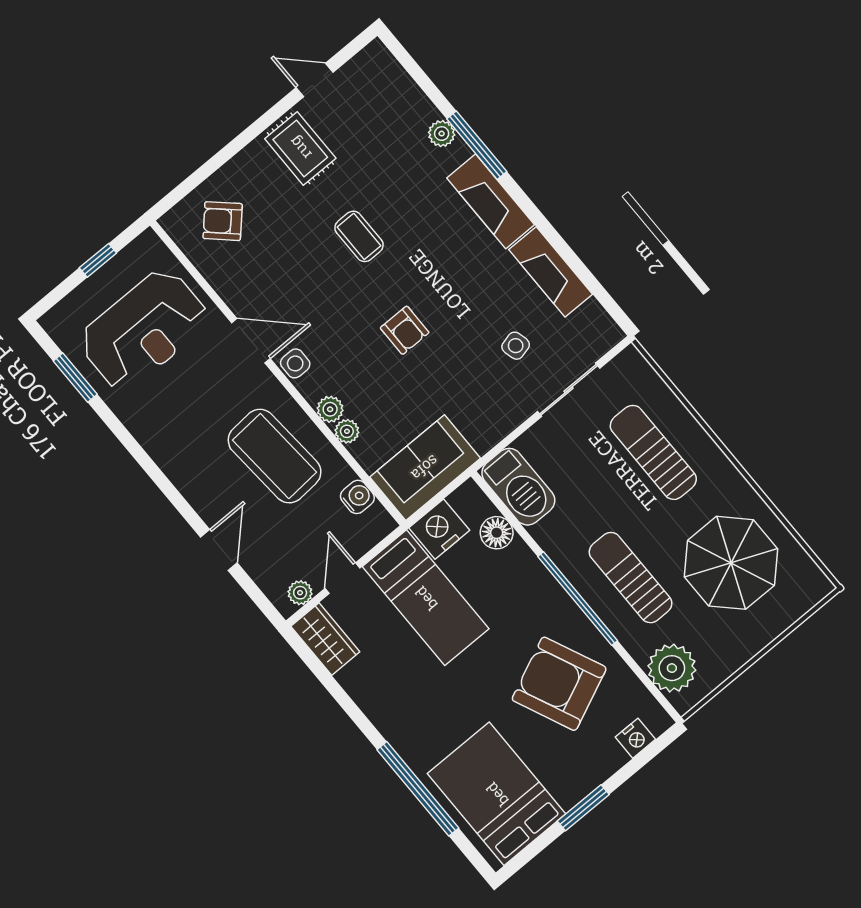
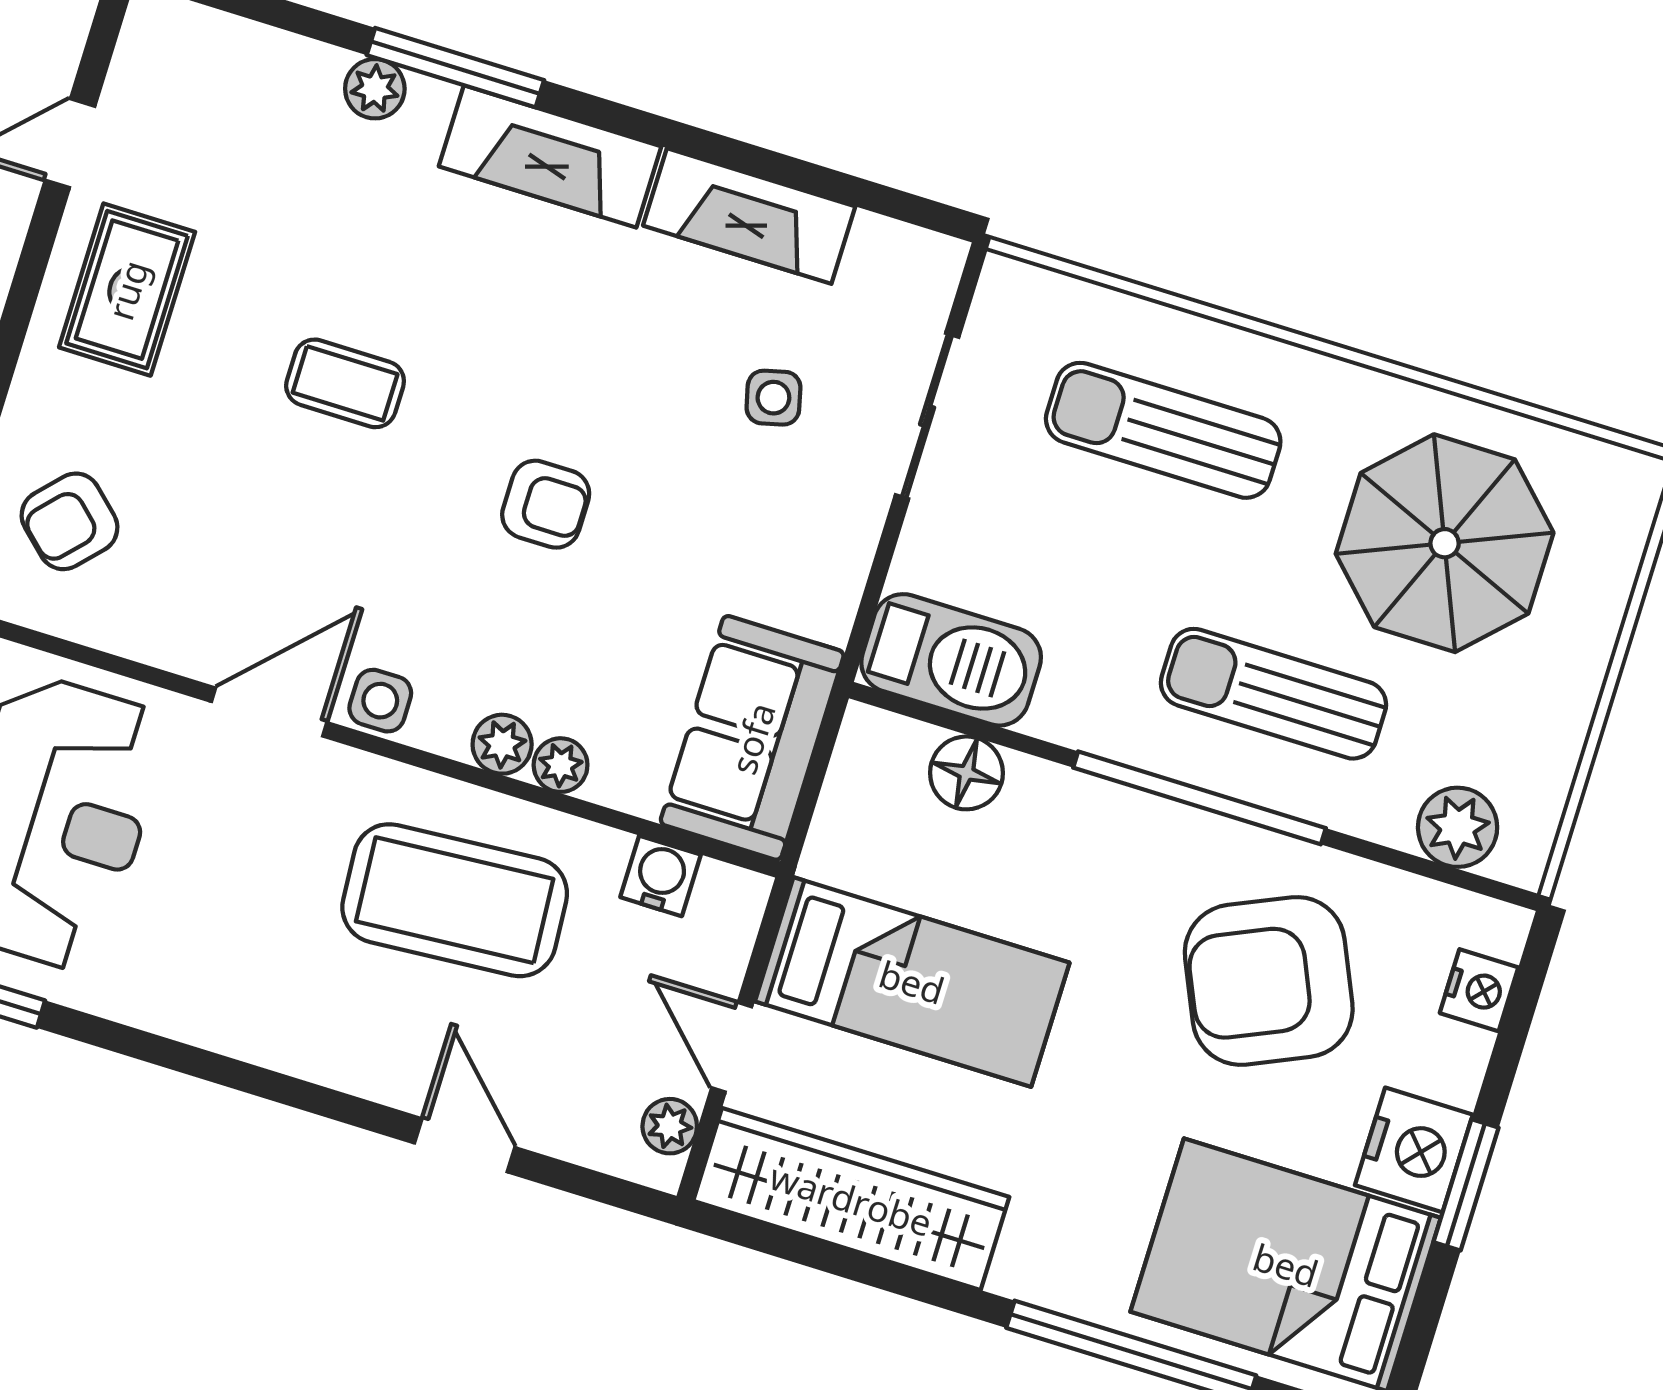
rug: (300, 148) -> (127, 290), turned 90
nightstand: (439, 529) -> (1414, 1150), moved, turned 180
wardrobe: (325, 639) -> (851, 1199), width x2.10, depth x1.17
plant: (672, 668) -> (1458, 827), width x0.73, depth x0.73

